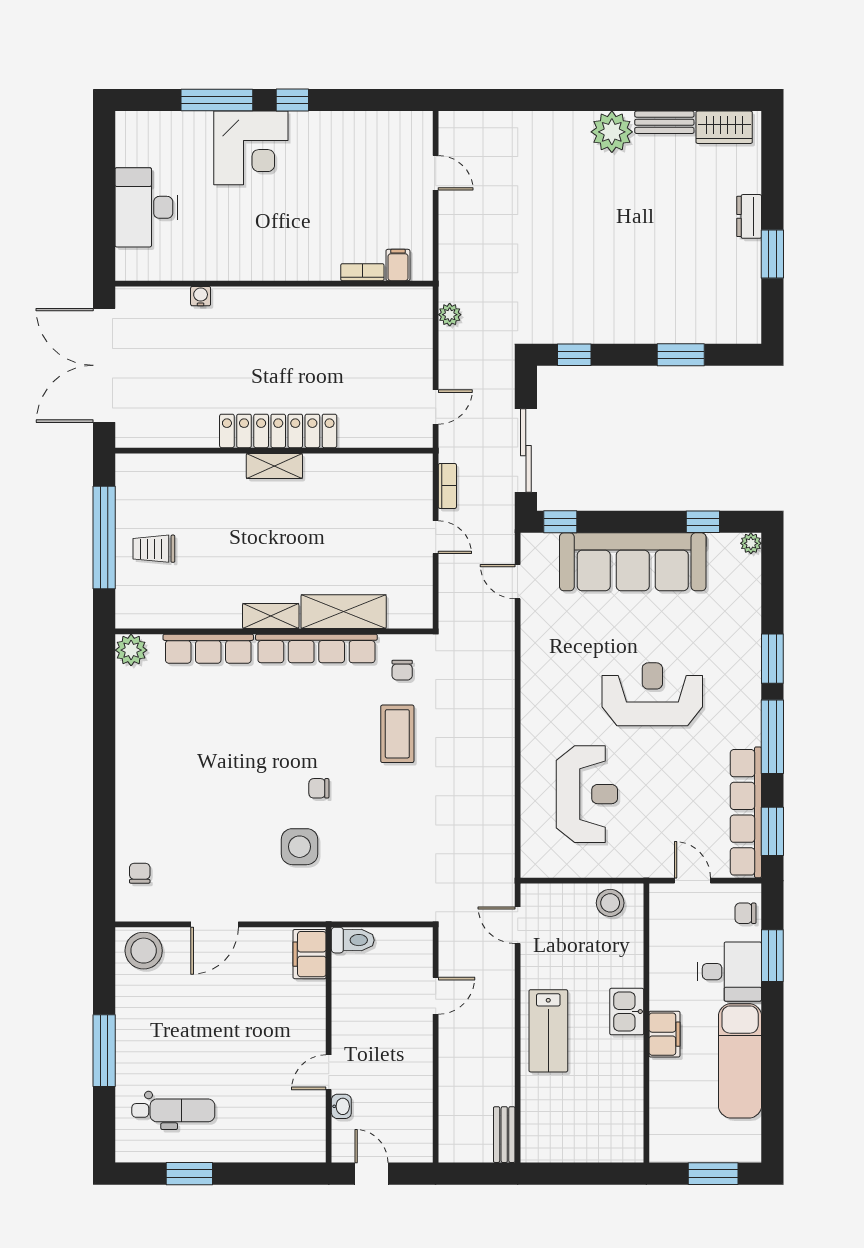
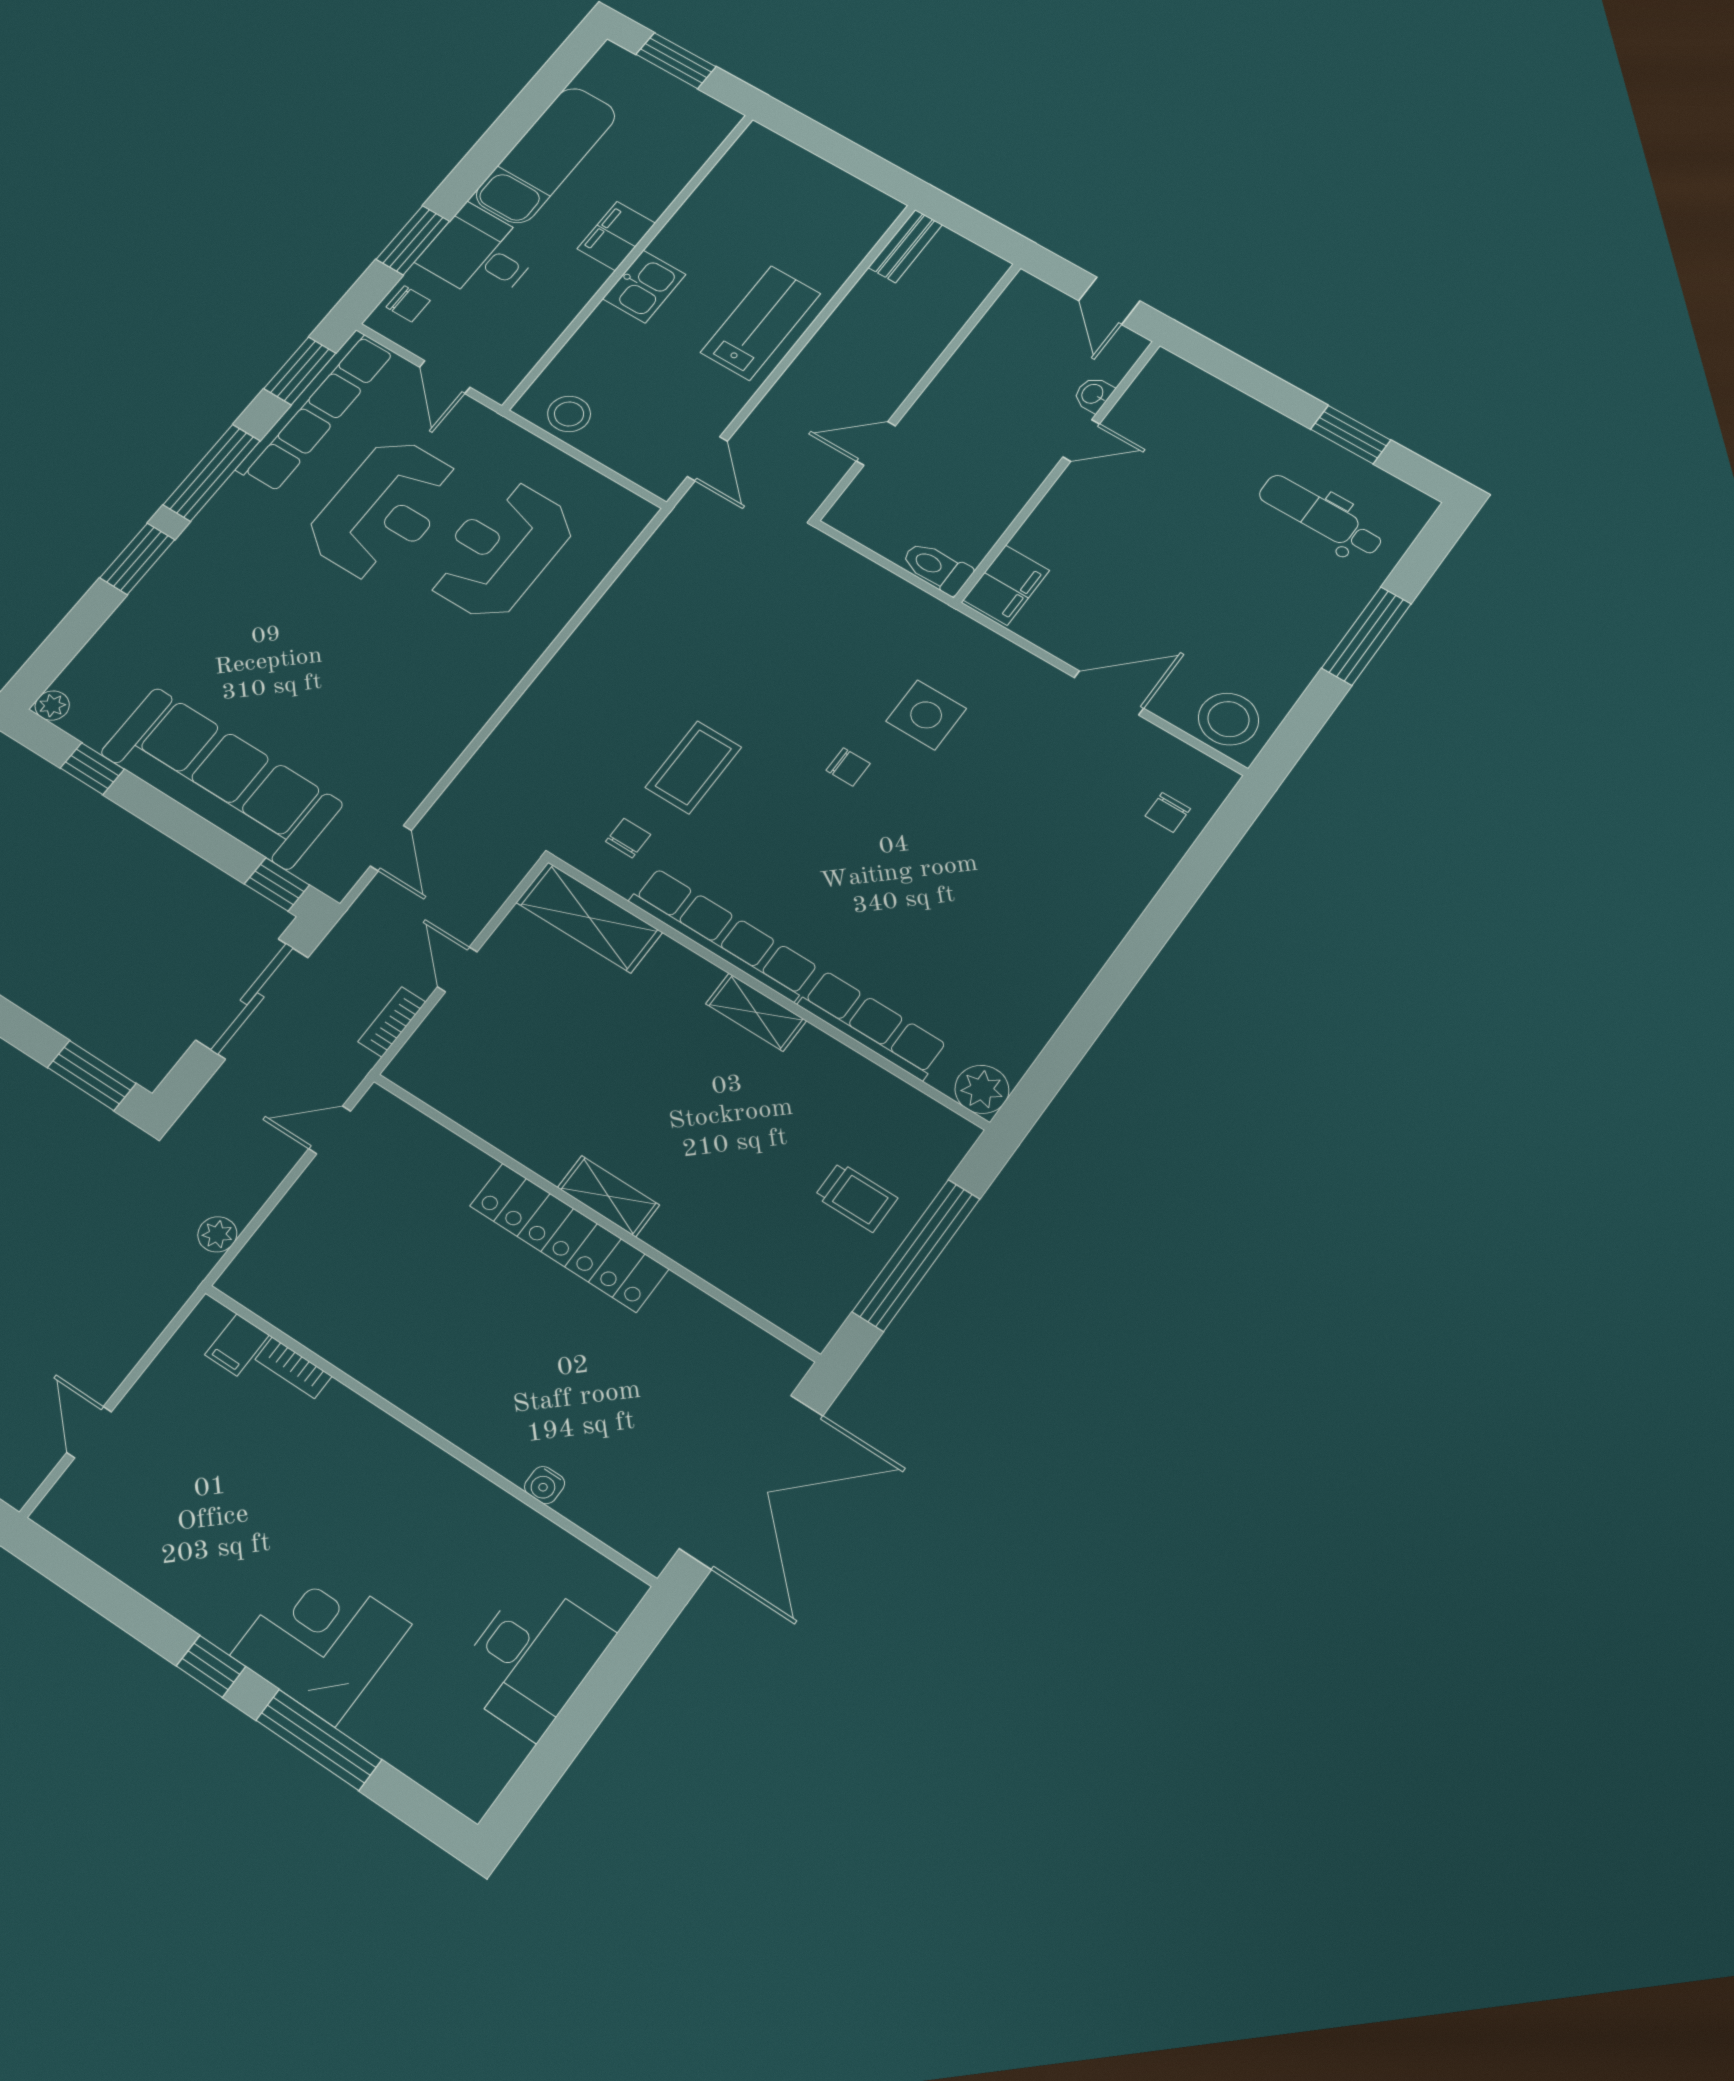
window: (574, 355) -> (92, 1075), width x1.50
shelving: (344, 612) -> (589, 917), moved
reception desk: (652, 694) -> (384, 509), moved, turned -90

